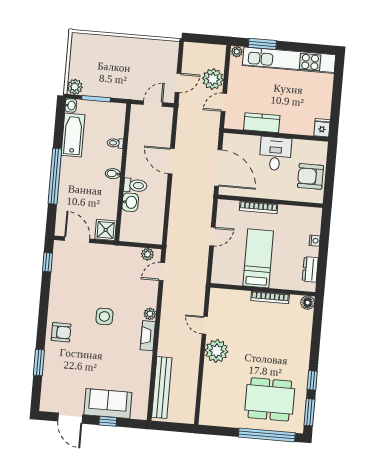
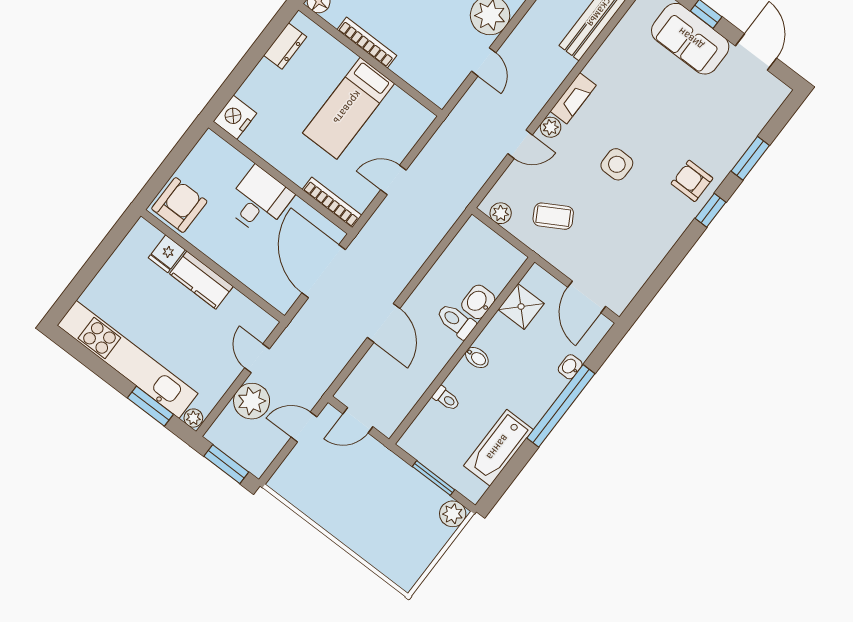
window: (205, 39) -> (226, 464), added
door: (224, 102) -> (257, 358), swing flipped
washbasin: (71, 105) -> (570, 367), moved
kitchen counter: (262, 123) -> (201, 280), moved
fridge: (322, 128) -> (167, 254), moved
desk: (275, 154) -> (259, 201), moved, turned 180
armchair: (310, 176) -> (179, 205), moved, turned -90
bookcase: (259, 207) -> (332, 202), moved
shower: (106, 230) -> (521, 307), moved
nightstand: (315, 241) -> (235, 117), moved, width x1.89, depth x1.79
window: (47, 262) -> (710, 210), moved
coffee table: (120, 270) -> (553, 216), added
door: (162, 272) -> (520, 144), moved

